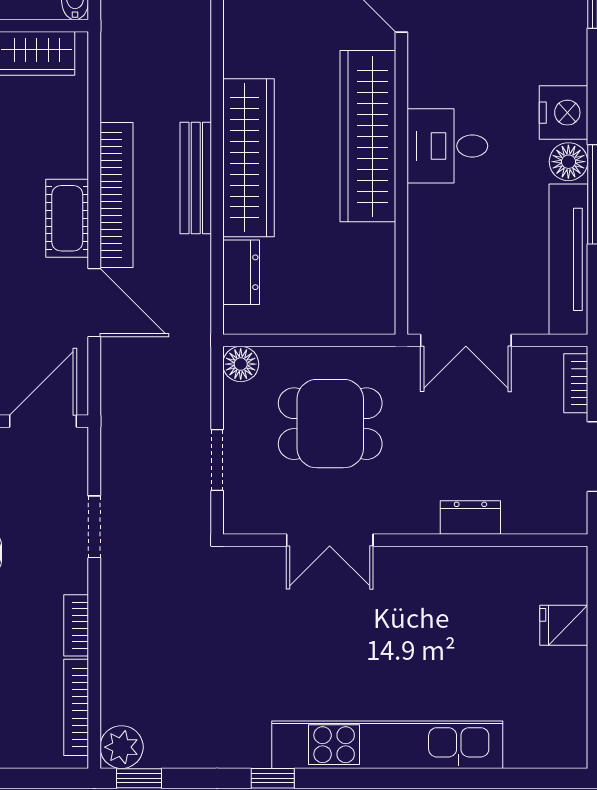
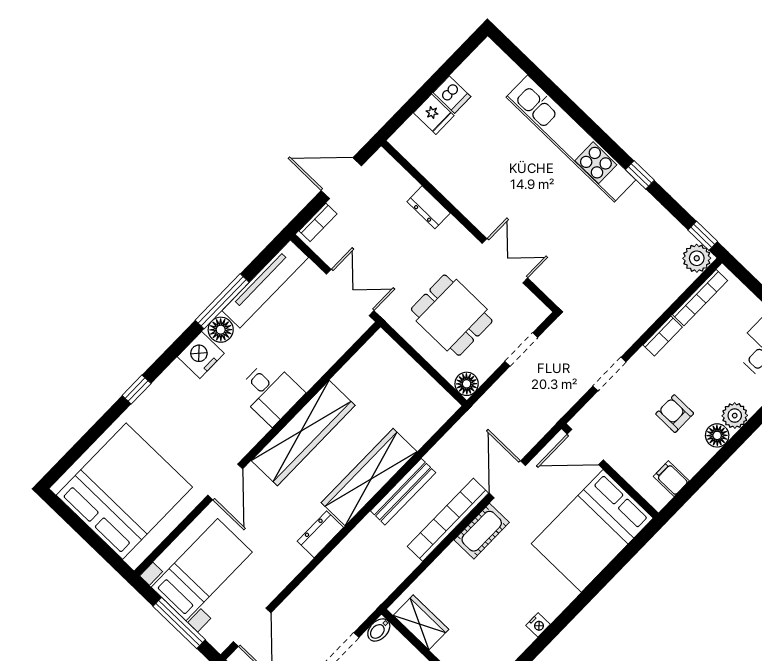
dresser: (241, 272) -> (320, 534), moved
dishwasher: (565, 666) -> (452, 95), added

